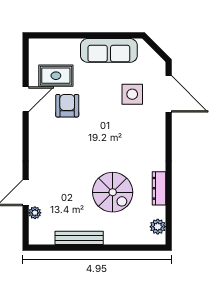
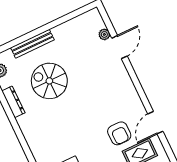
bench: (79, 238) -> (32, 44), moved

